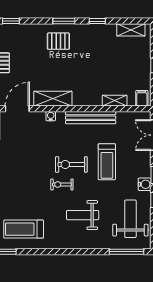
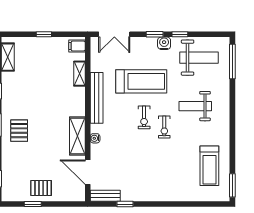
treadmill: (107, 162) -> (141, 81), width x1.37, depth x1.38
exercise bike: (71, 164) -> (144, 117), width x0.73, depth x0.72
weight bench: (83, 215) -> (195, 106), turned 90
weight bench: (130, 219) -> (199, 58), turned 180

